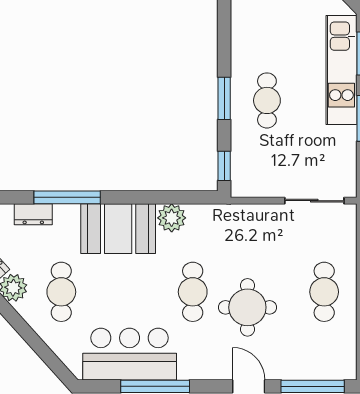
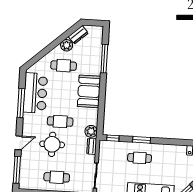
window: (67, 197) -> (104, 59), moved
dresser: (33, 214) -> (92, 146), moved
plant: (172, 218) -> (91, 131), moved

